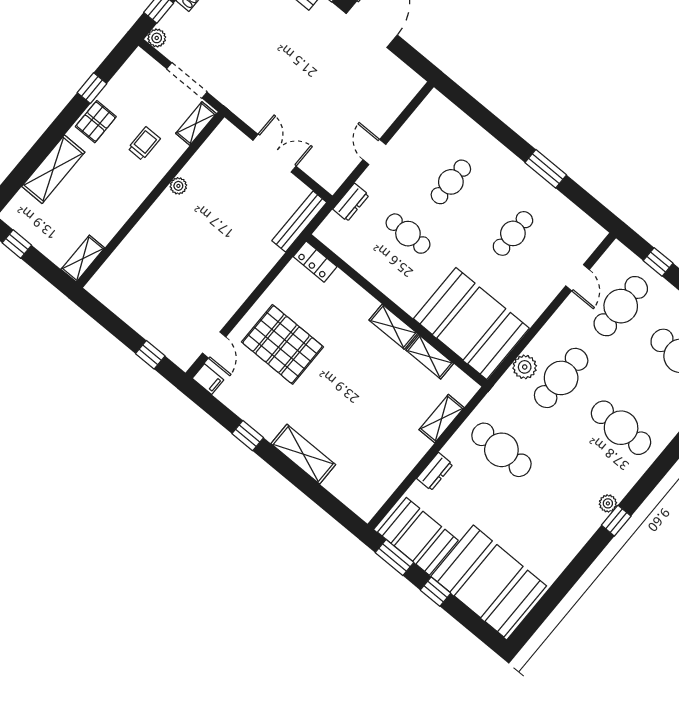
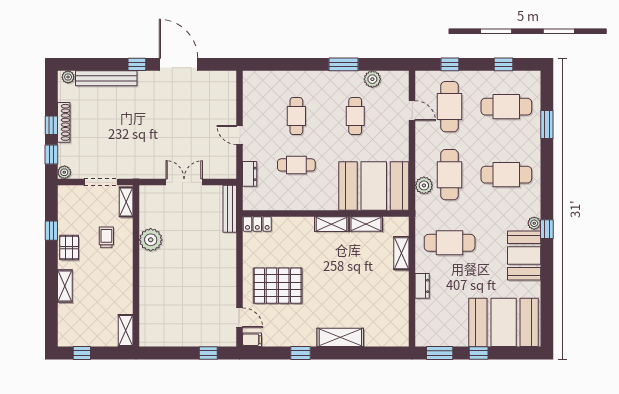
shelving: (53, 169) -> (65, 286), width x0.67, depth x0.75
plant: (178, 186) -> (151, 240), width x1.88, depth x1.88
plant: (563, 210) -> (372, 79), added
booth: (418, 536) -> (524, 256), moved, turned 90

